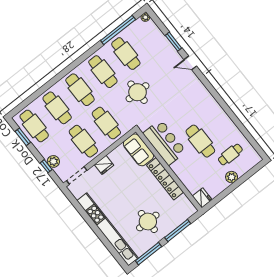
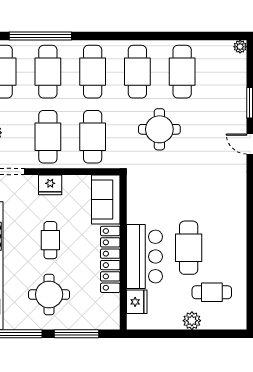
window: (118, 30) -> (40, 36), moved
bar counter: (165, 142) -> (144, 257), moved
cafe table: (127, 193) -> (50, 240), added
fridge: (202, 198) -> (137, 302), moved

